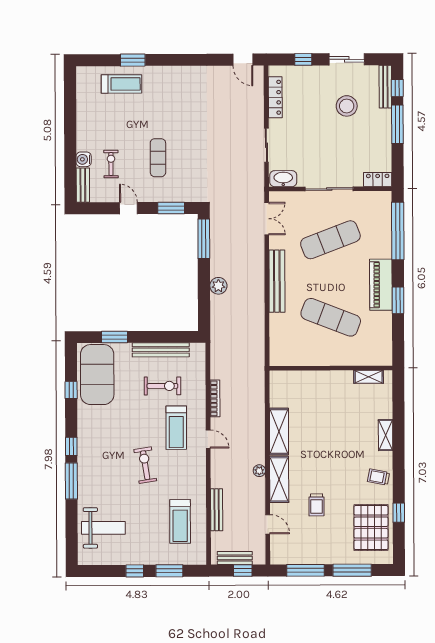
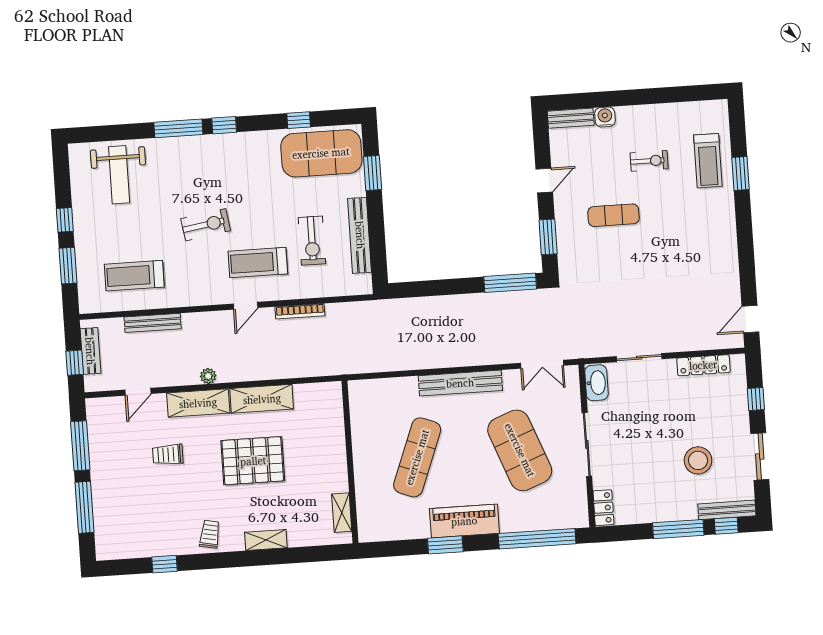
exercise bike: (111, 164) -> (649, 161), moved
exercise mat: (330, 240) -> (520, 450), width x1.47
plant: (218, 286) -> (449, 306), removed
pallet: (371, 528) -> (253, 461), moved

